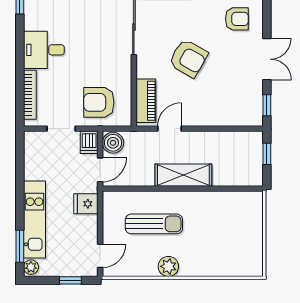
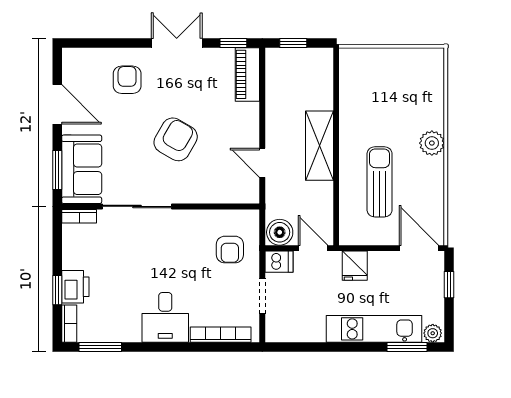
piano: (146, 101) -> (247, 74), moved, turned -90
armchair: (99, 102) -> (230, 250), width x0.72, depth x0.72
door: (100, 256) -> (419, 248), width x1.38
plant: (168, 266) -> (432, 143), moved

